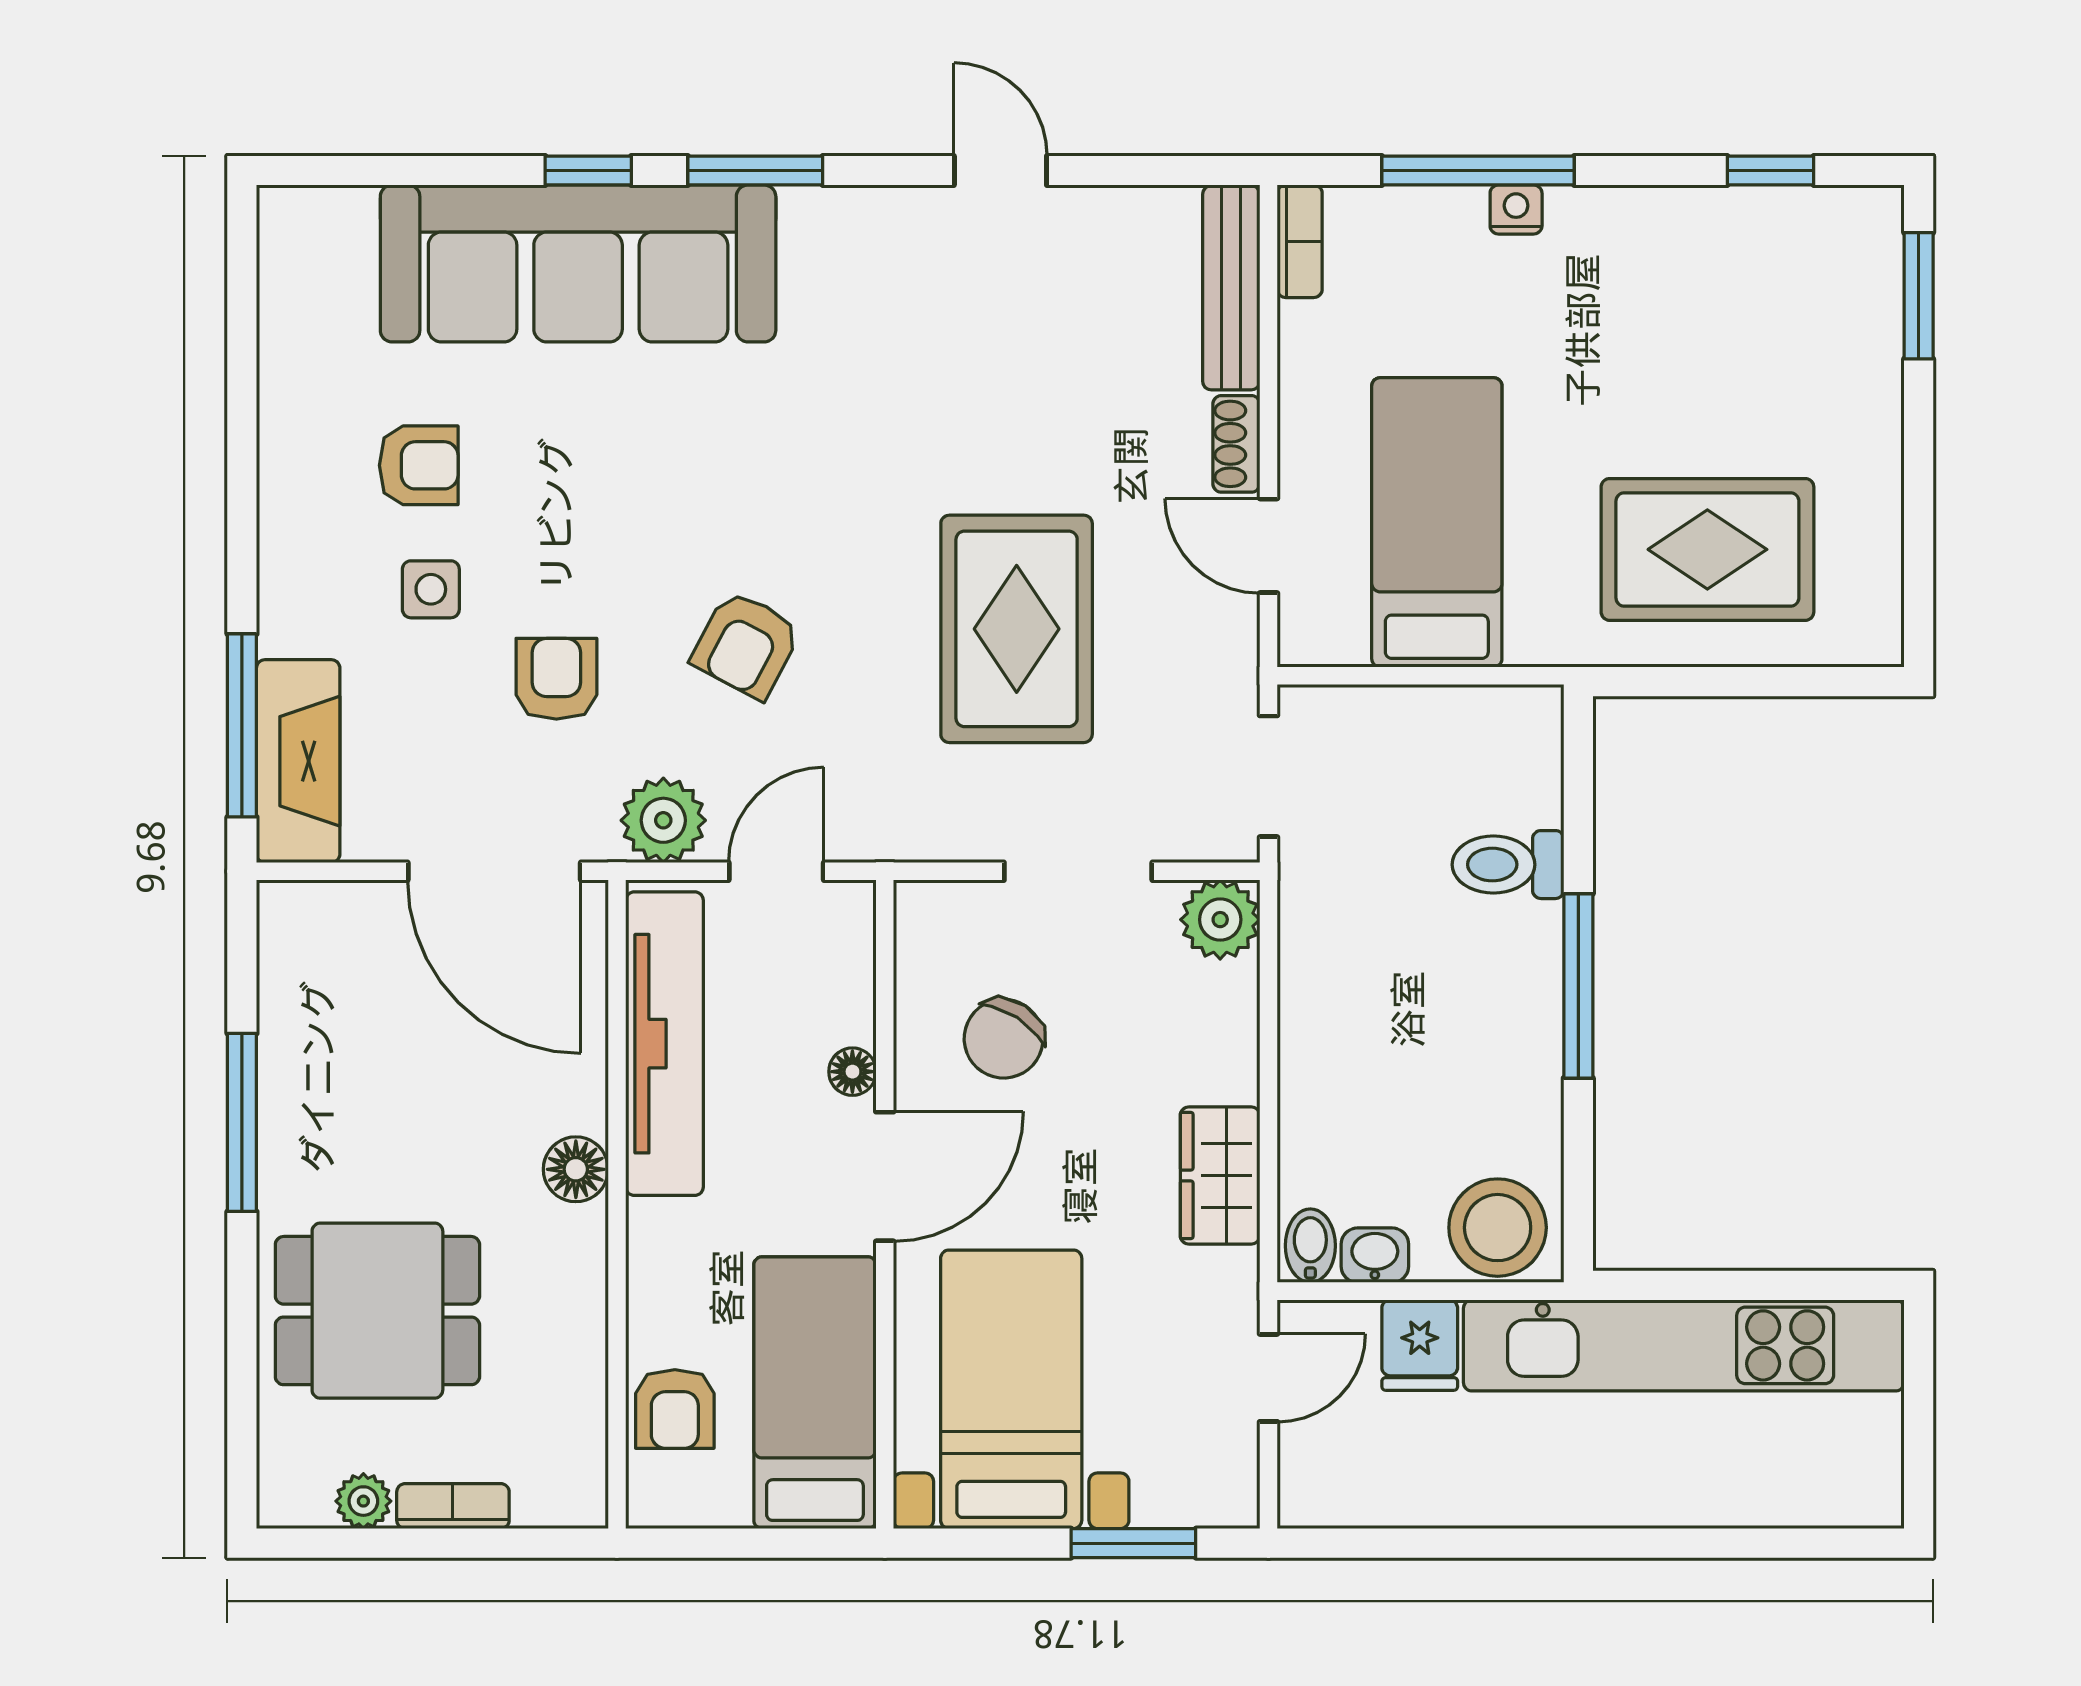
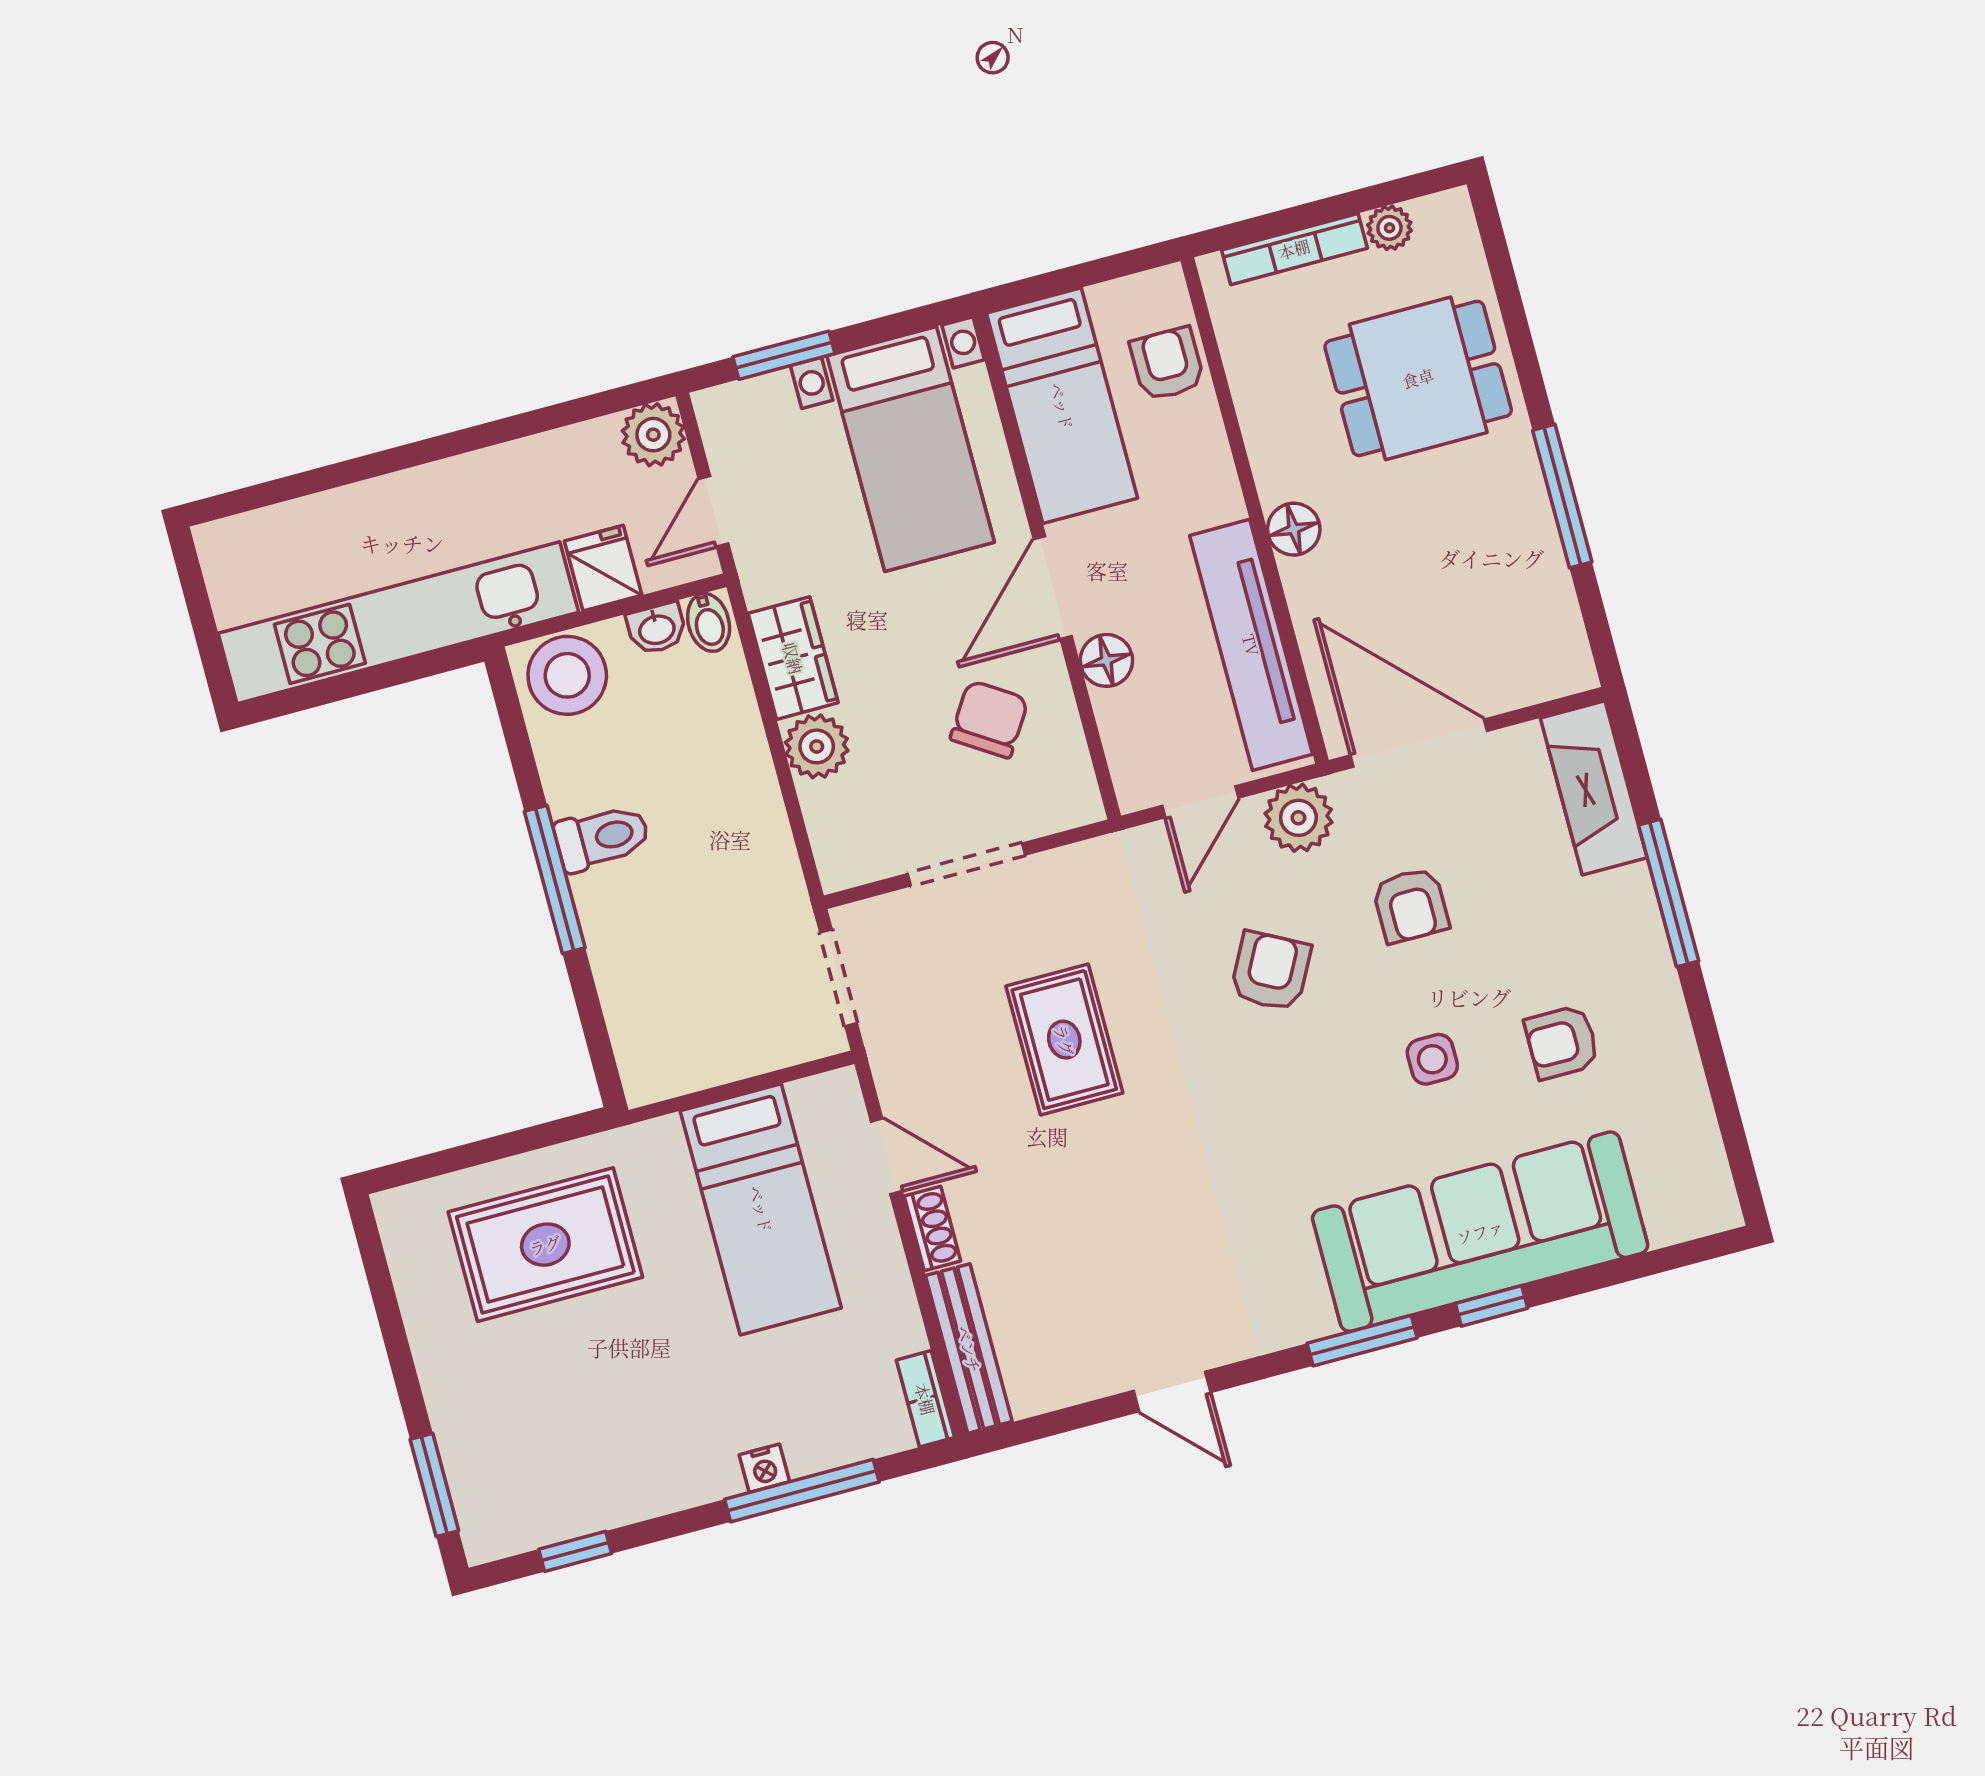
side table: (431, 589) -> (1432, 1059), moved
rug: (1017, 629) -> (1064, 1040), width x0.73, depth x0.70
window: (242, 725) -> (1669, 893), moved
toilet: (1508, 865) -> (602, 838), moved
plant: (1220, 920) -> (817, 746), moved
floor lamp: (852, 1072) -> (1106, 660), width x1.37, depth x1.37
plant: (1316, 1490) -> (653, 435), added
bookcase: (453, 1506) -> (1294, 249), width x1.56

